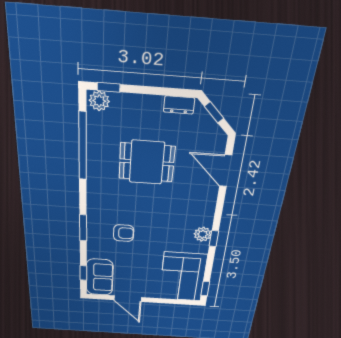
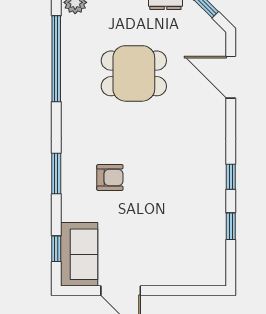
plant: (203, 234) -> (215, 171), removed
corner sofa: (183, 277) -> (196, 244), removed
window: (205, 289) -> (231, 226), moved

